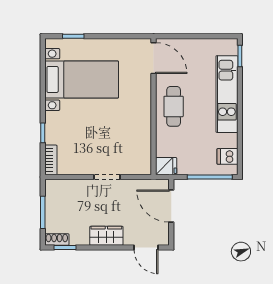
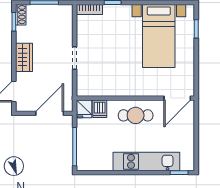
dishwasher: (227, 156) -> (100, 109), moved, turned 180

